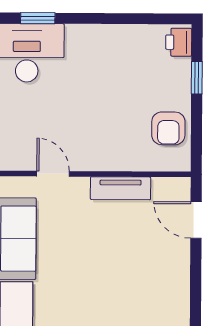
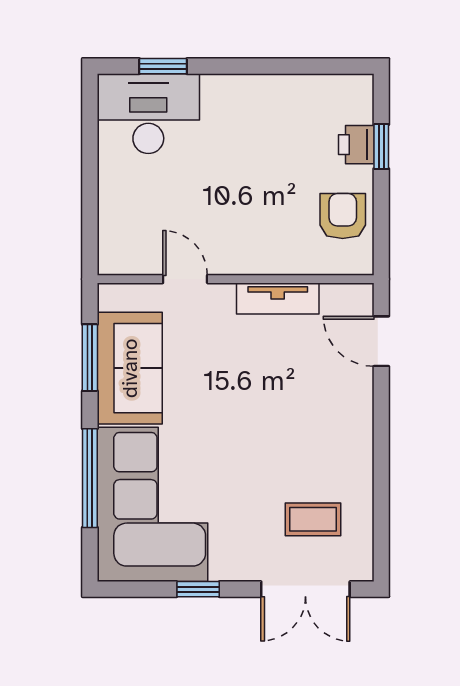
printer: (179, 42) -> (356, 145), moved
armchair: (168, 128) -> (343, 216), turned 180

